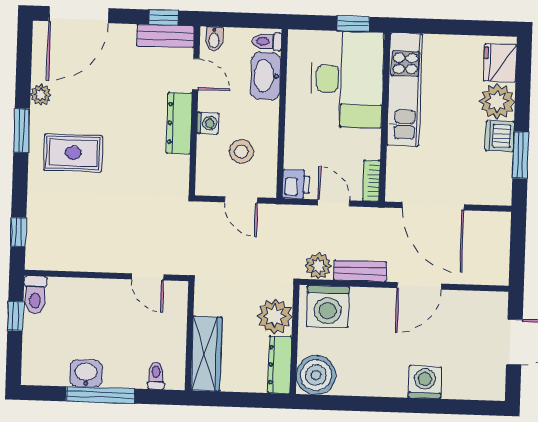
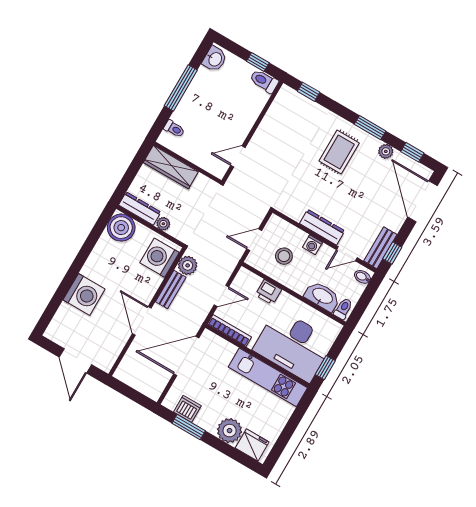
window: (24, 61) -> (412, 152), added
dishwasher: (500, 136) -> (187, 409), moved
bookcase: (371, 181) -> (229, 331), width x1.56
printer: (296, 184) -> (268, 292), moved
plant: (275, 316) -> (163, 224), width x0.53, depth x0.53
washbasin: (86, 374) -> (215, 59), moved
washing machine: (425, 382) -> (84, 294), width x1.37, depth x1.37

